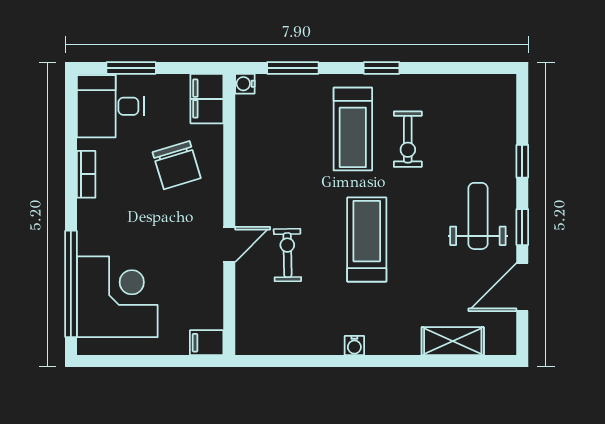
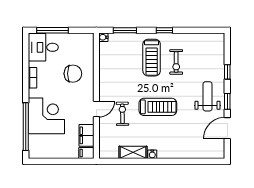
window: (131, 68) -> (53, 30), width x1.44
filing cabinet: (207, 99) -> (86, 135), moved
chair: (177, 165) -> (73, 74), turned -73
treadmill: (367, 239) -> (158, 107), turned 90
corner desk: (117, 297) -> (46, 116), moved
shelving: (453, 341) -> (133, 152), moved

